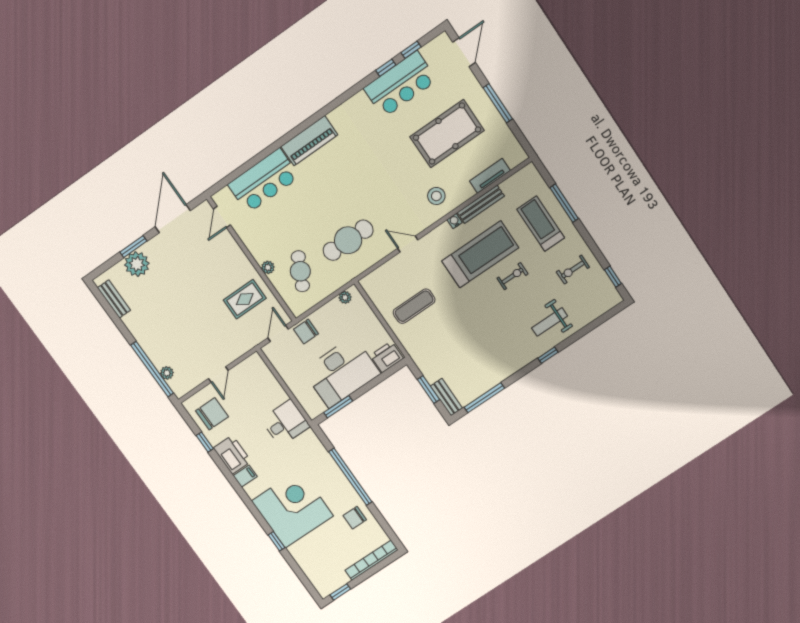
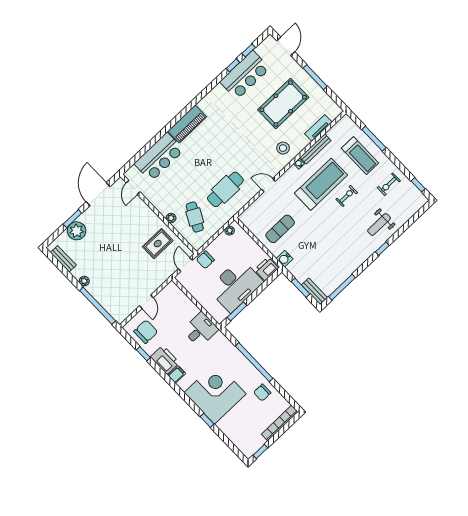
treadmill: (541, 224) -> (360, 156), turned 180
water cooler: (413, 347) -> (284, 259), added
plant: (167, 373) -> (84, 281), moved

